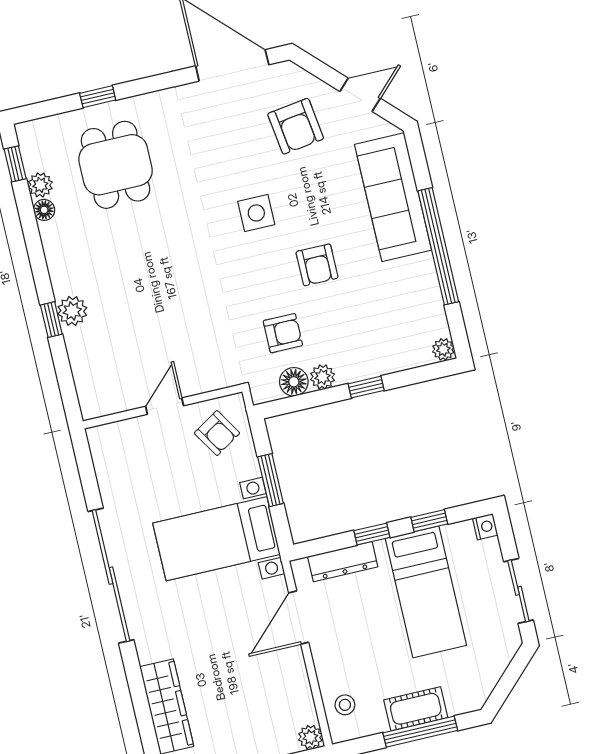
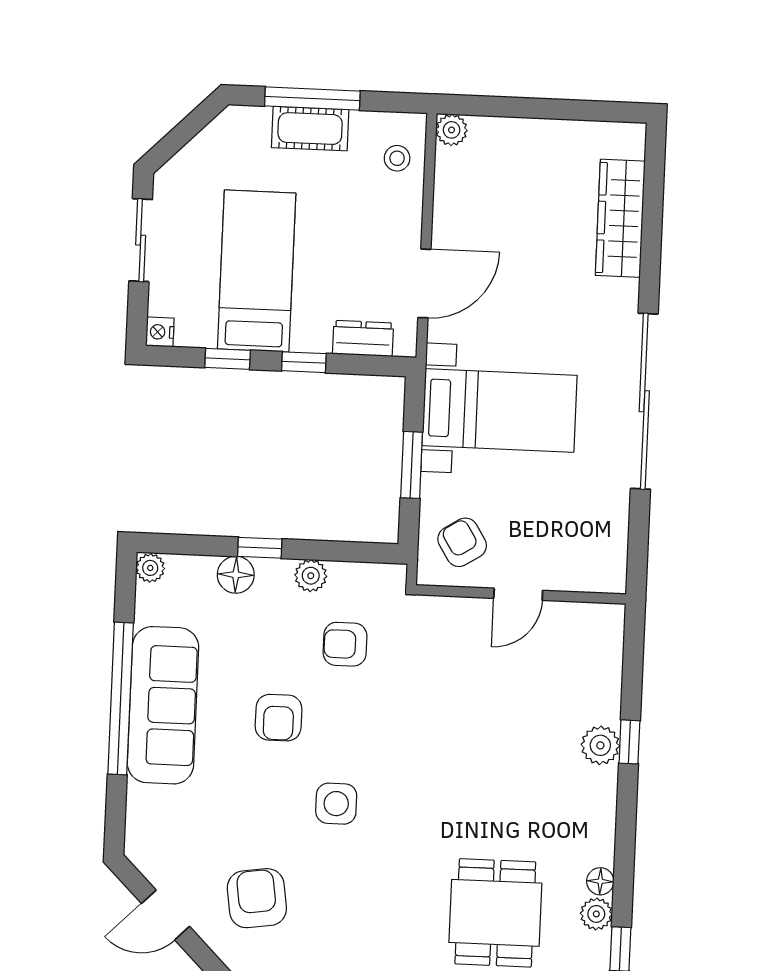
sofa: (393, 197) -> (163, 705), moved
armchair: (317, 265) -> (279, 718), turned 180
floor lamp: (294, 382) -> (236, 575), moved
dresser: (343, 562) -> (363, 338), width x0.70

